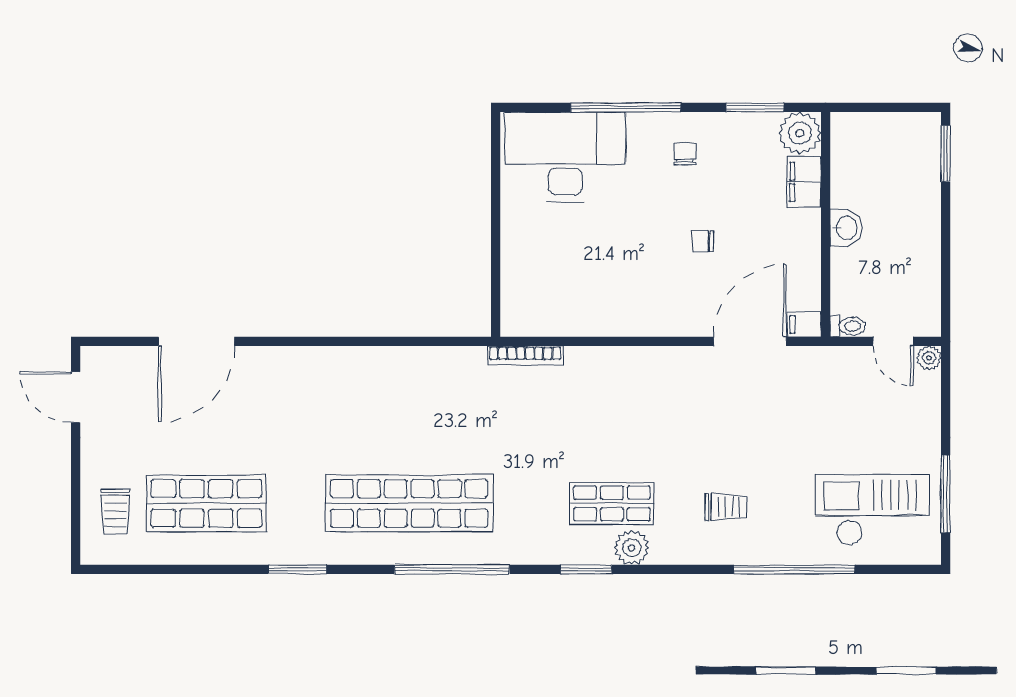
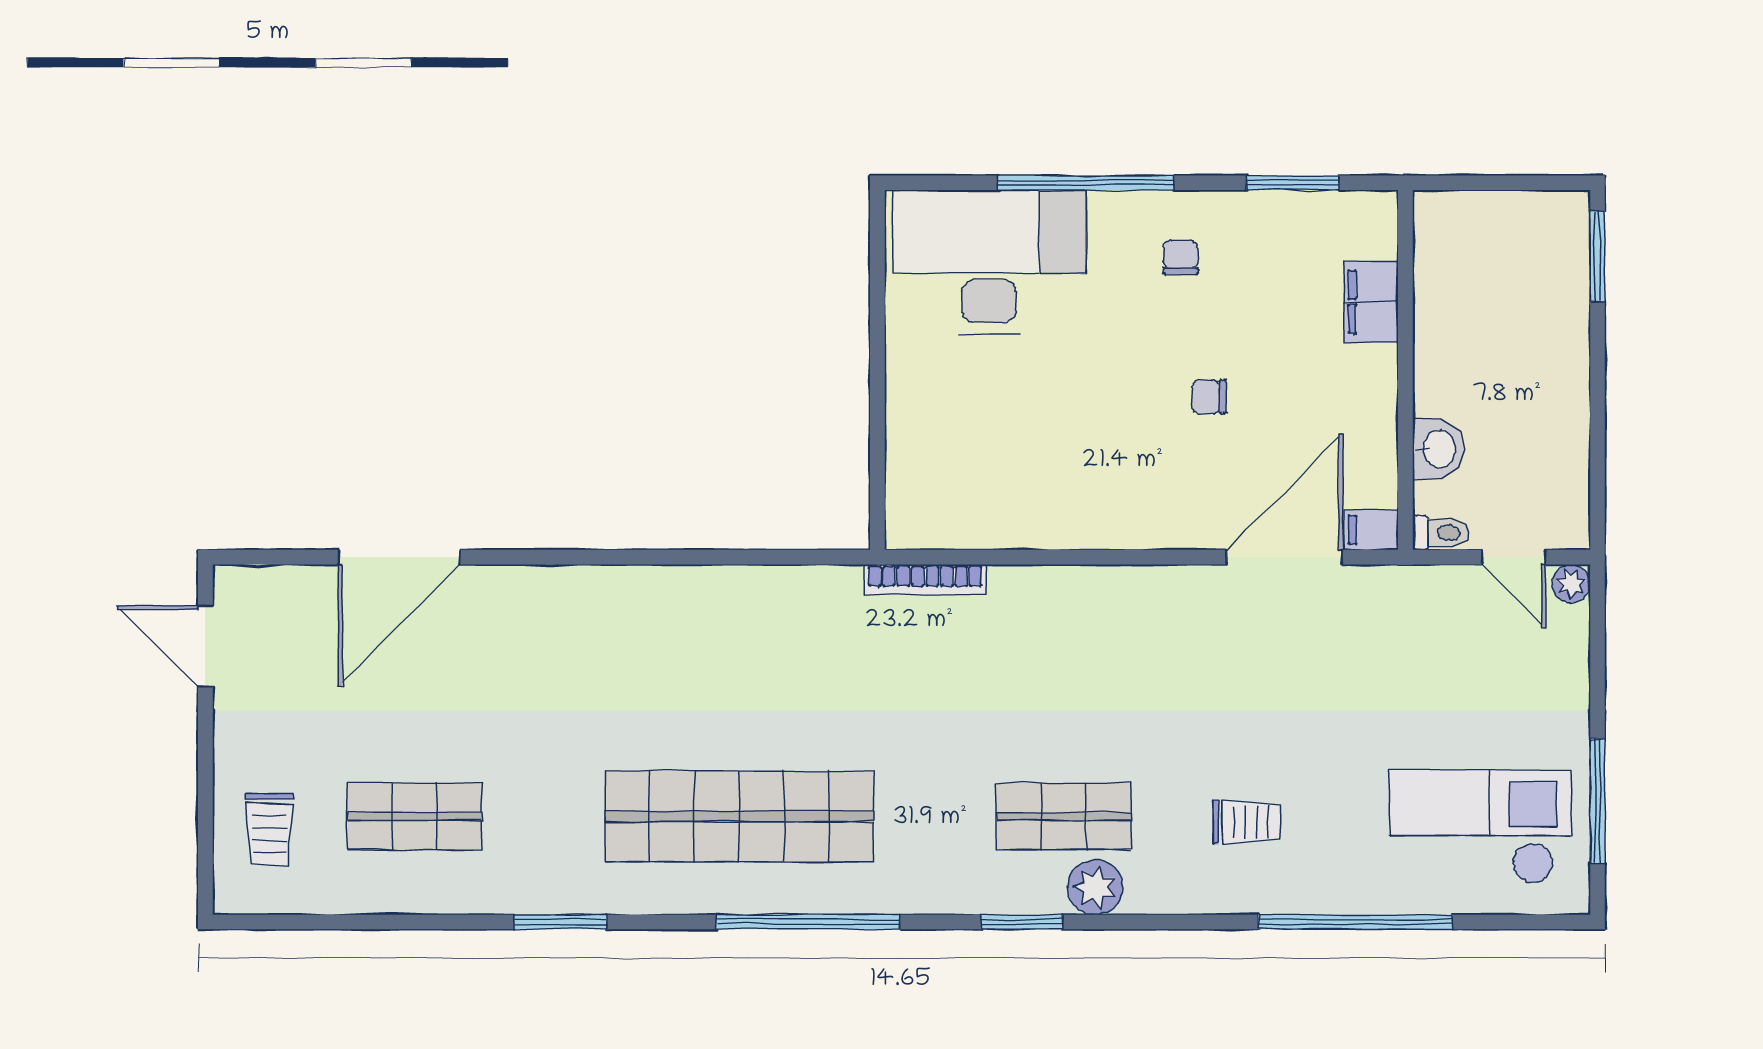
plant: (800, 133) -> (1365, 224), removed
washbasin: (846, 228) -> (1438, 449), moved
shop shelf: (206, 503) -> (415, 816), width x0.70, depth x0.74

